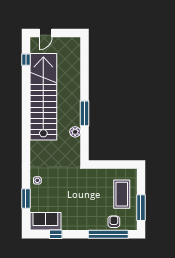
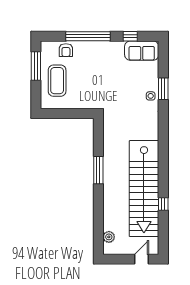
window: (26, 60) -> (163, 204), moved
plant: (75, 132) -> (109, 237), moved
window: (26, 199) -> (163, 89), moved
window: (108, 234) -> (88, 36), moved

